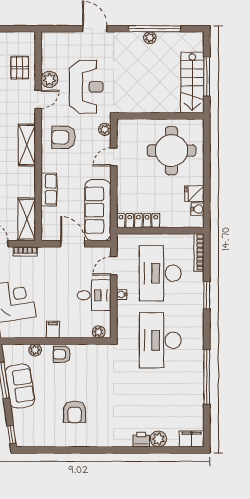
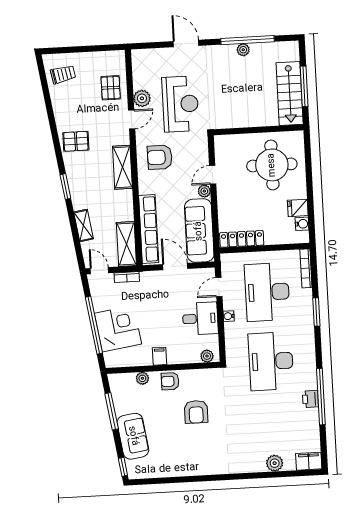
plant: (105, 129) -> (204, 191), moved
row of seats: (49, 189) -> (149, 229), width x2.02
sofa: (20, 386) -> (133, 436), moved
armchair: (75, 412) -> (196, 412), moved
printer: (141, 440) -> (310, 399), moved, turned -90

